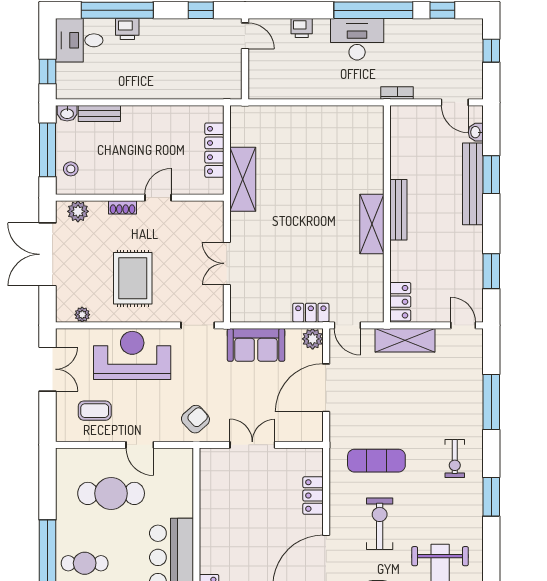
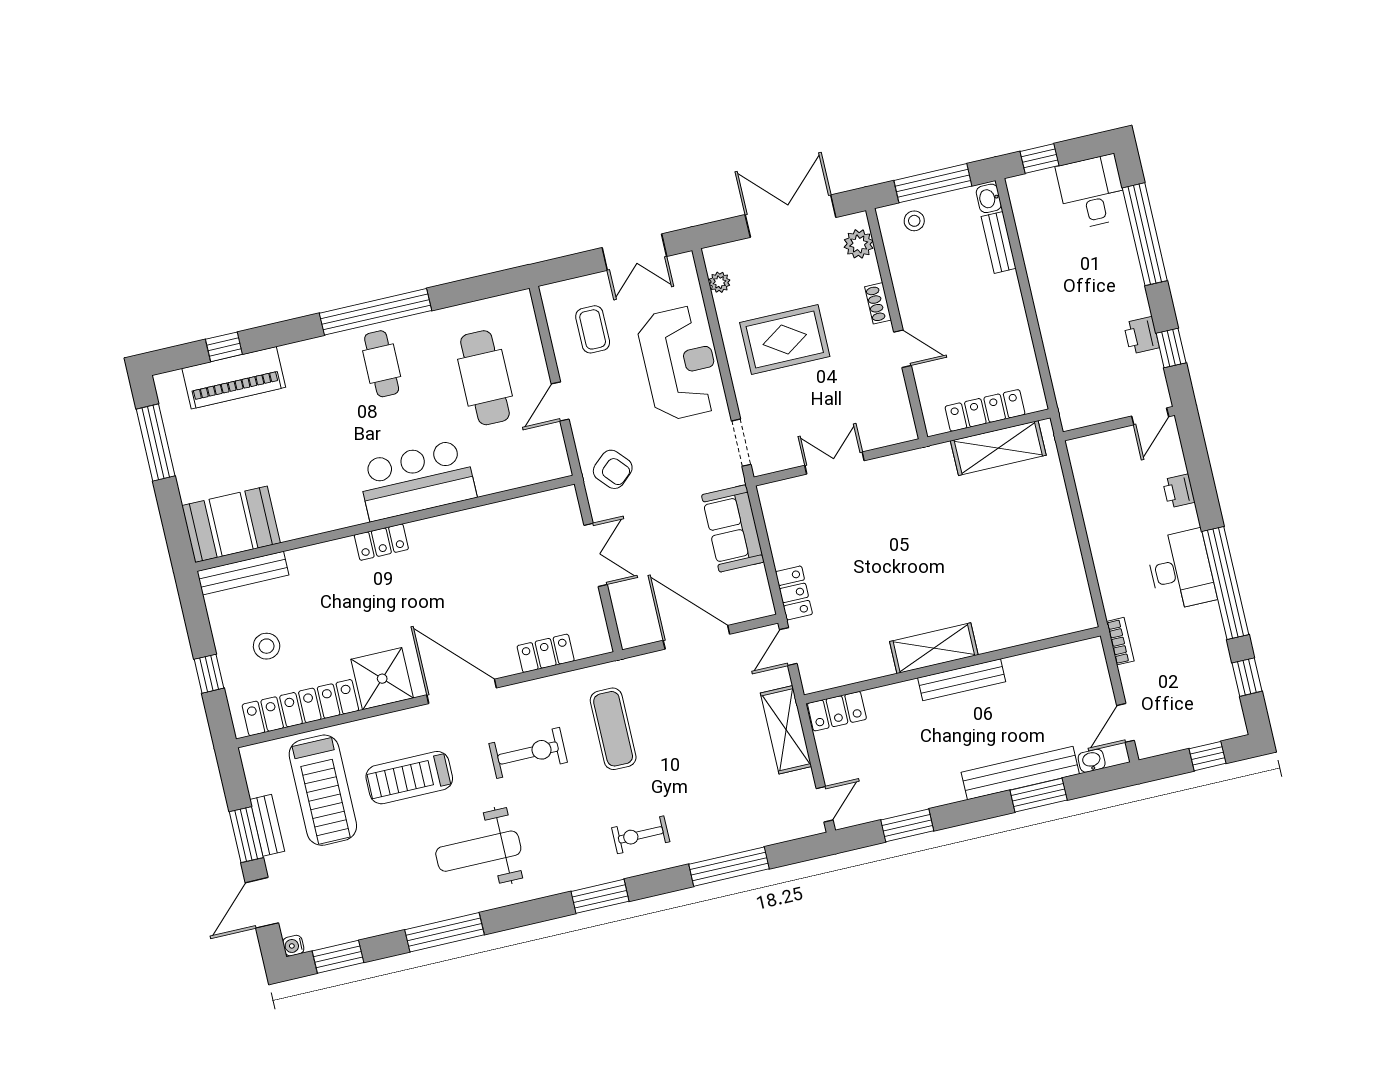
printer: (127, 29) -> (1141, 335), moved
shelving: (243, 179) -> (998, 448), moved
plant: (313, 339) -> (759, 603), removed

